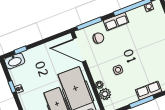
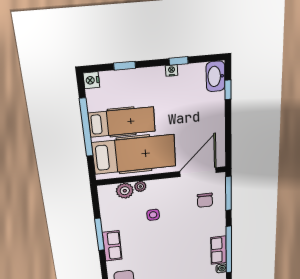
row of seats: (116, 21) -> (219, 250), moved

